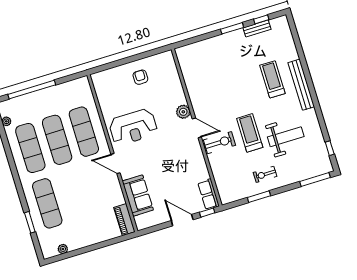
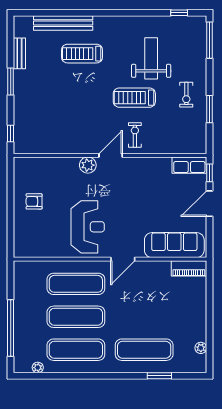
window: (261, 19) -> (11, 134), moved
bench: (301, 85) -> (63, 23), moved
exercise bike: (220, 143) -> (135, 135), width x0.73, depth x0.72
sofa: (138, 196) -> (174, 245), width x1.36

